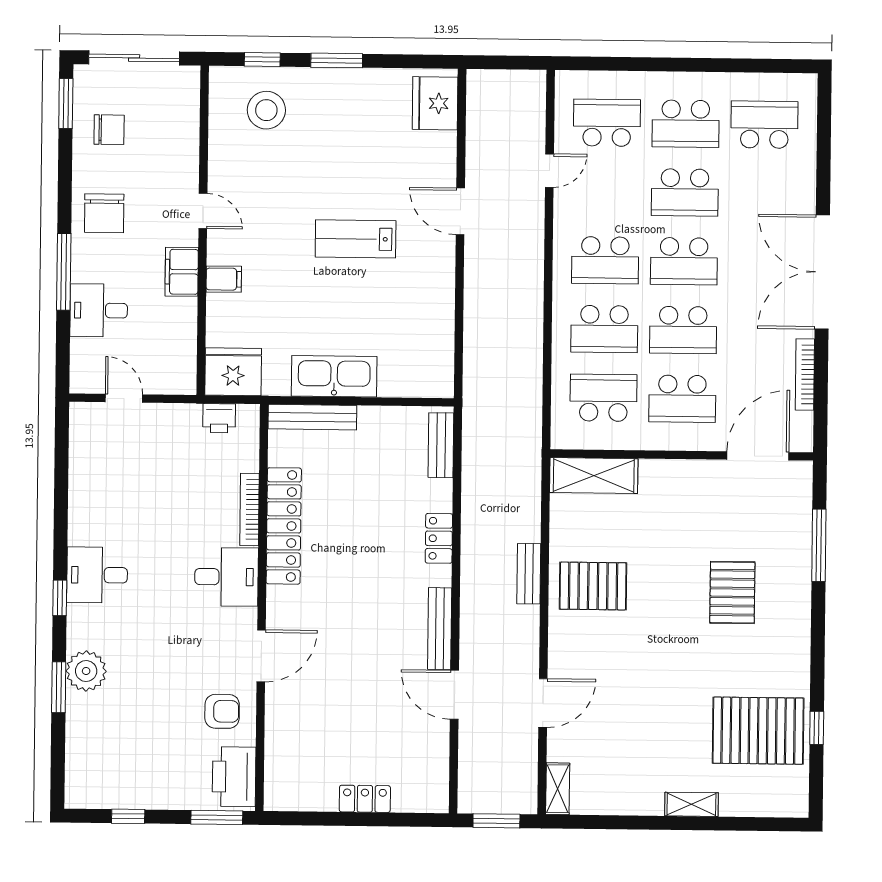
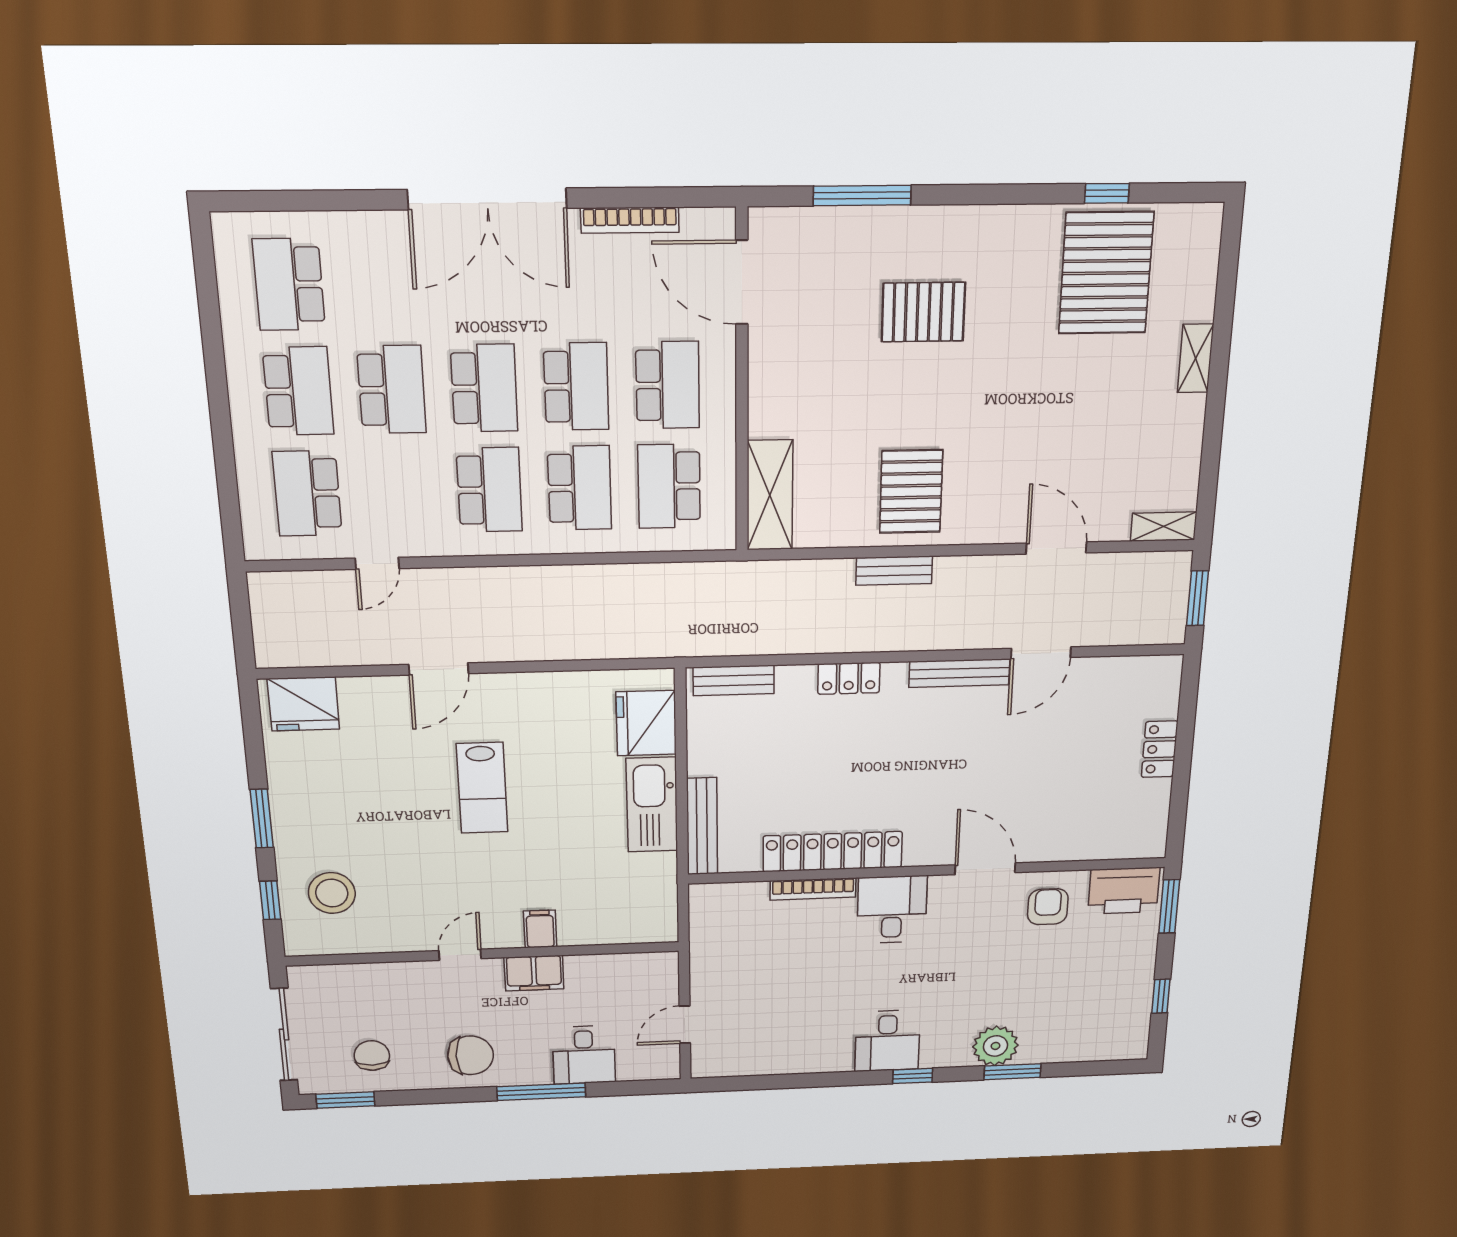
door: (549, 171) -> (377, 563), swing flipped
fridge: (233, 372) -> (646, 723), moved
printer: (219, 418) -> (706, 926), removed

